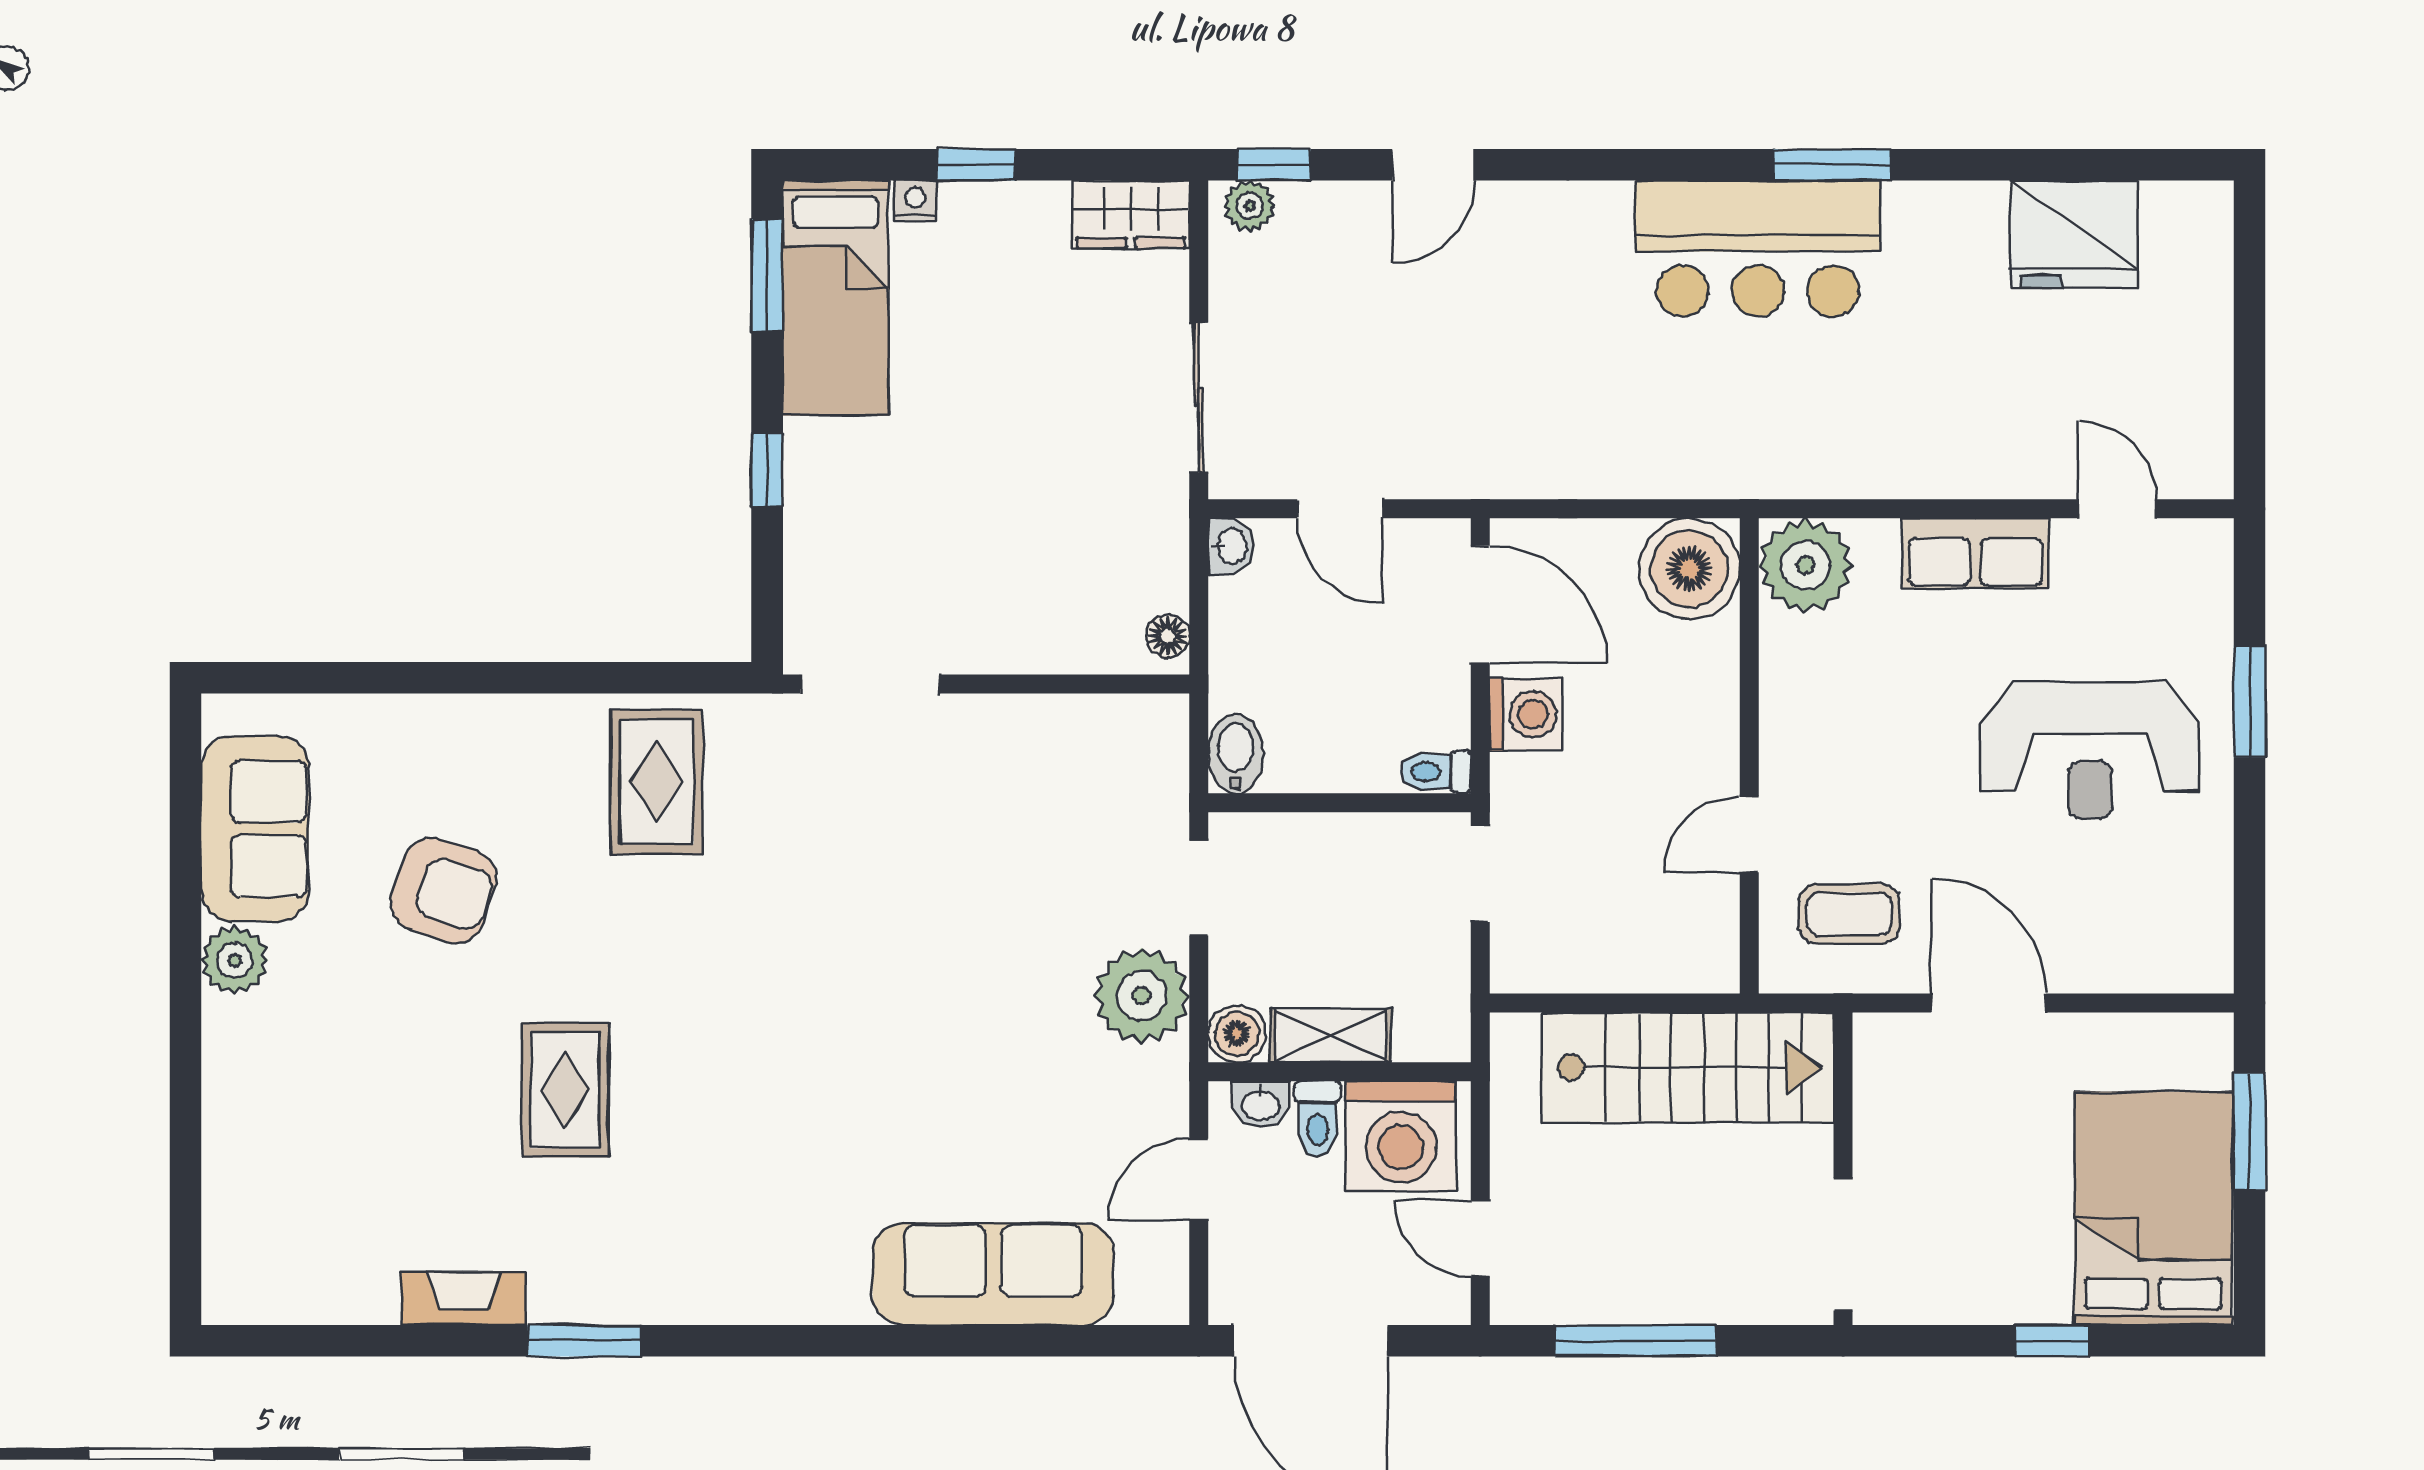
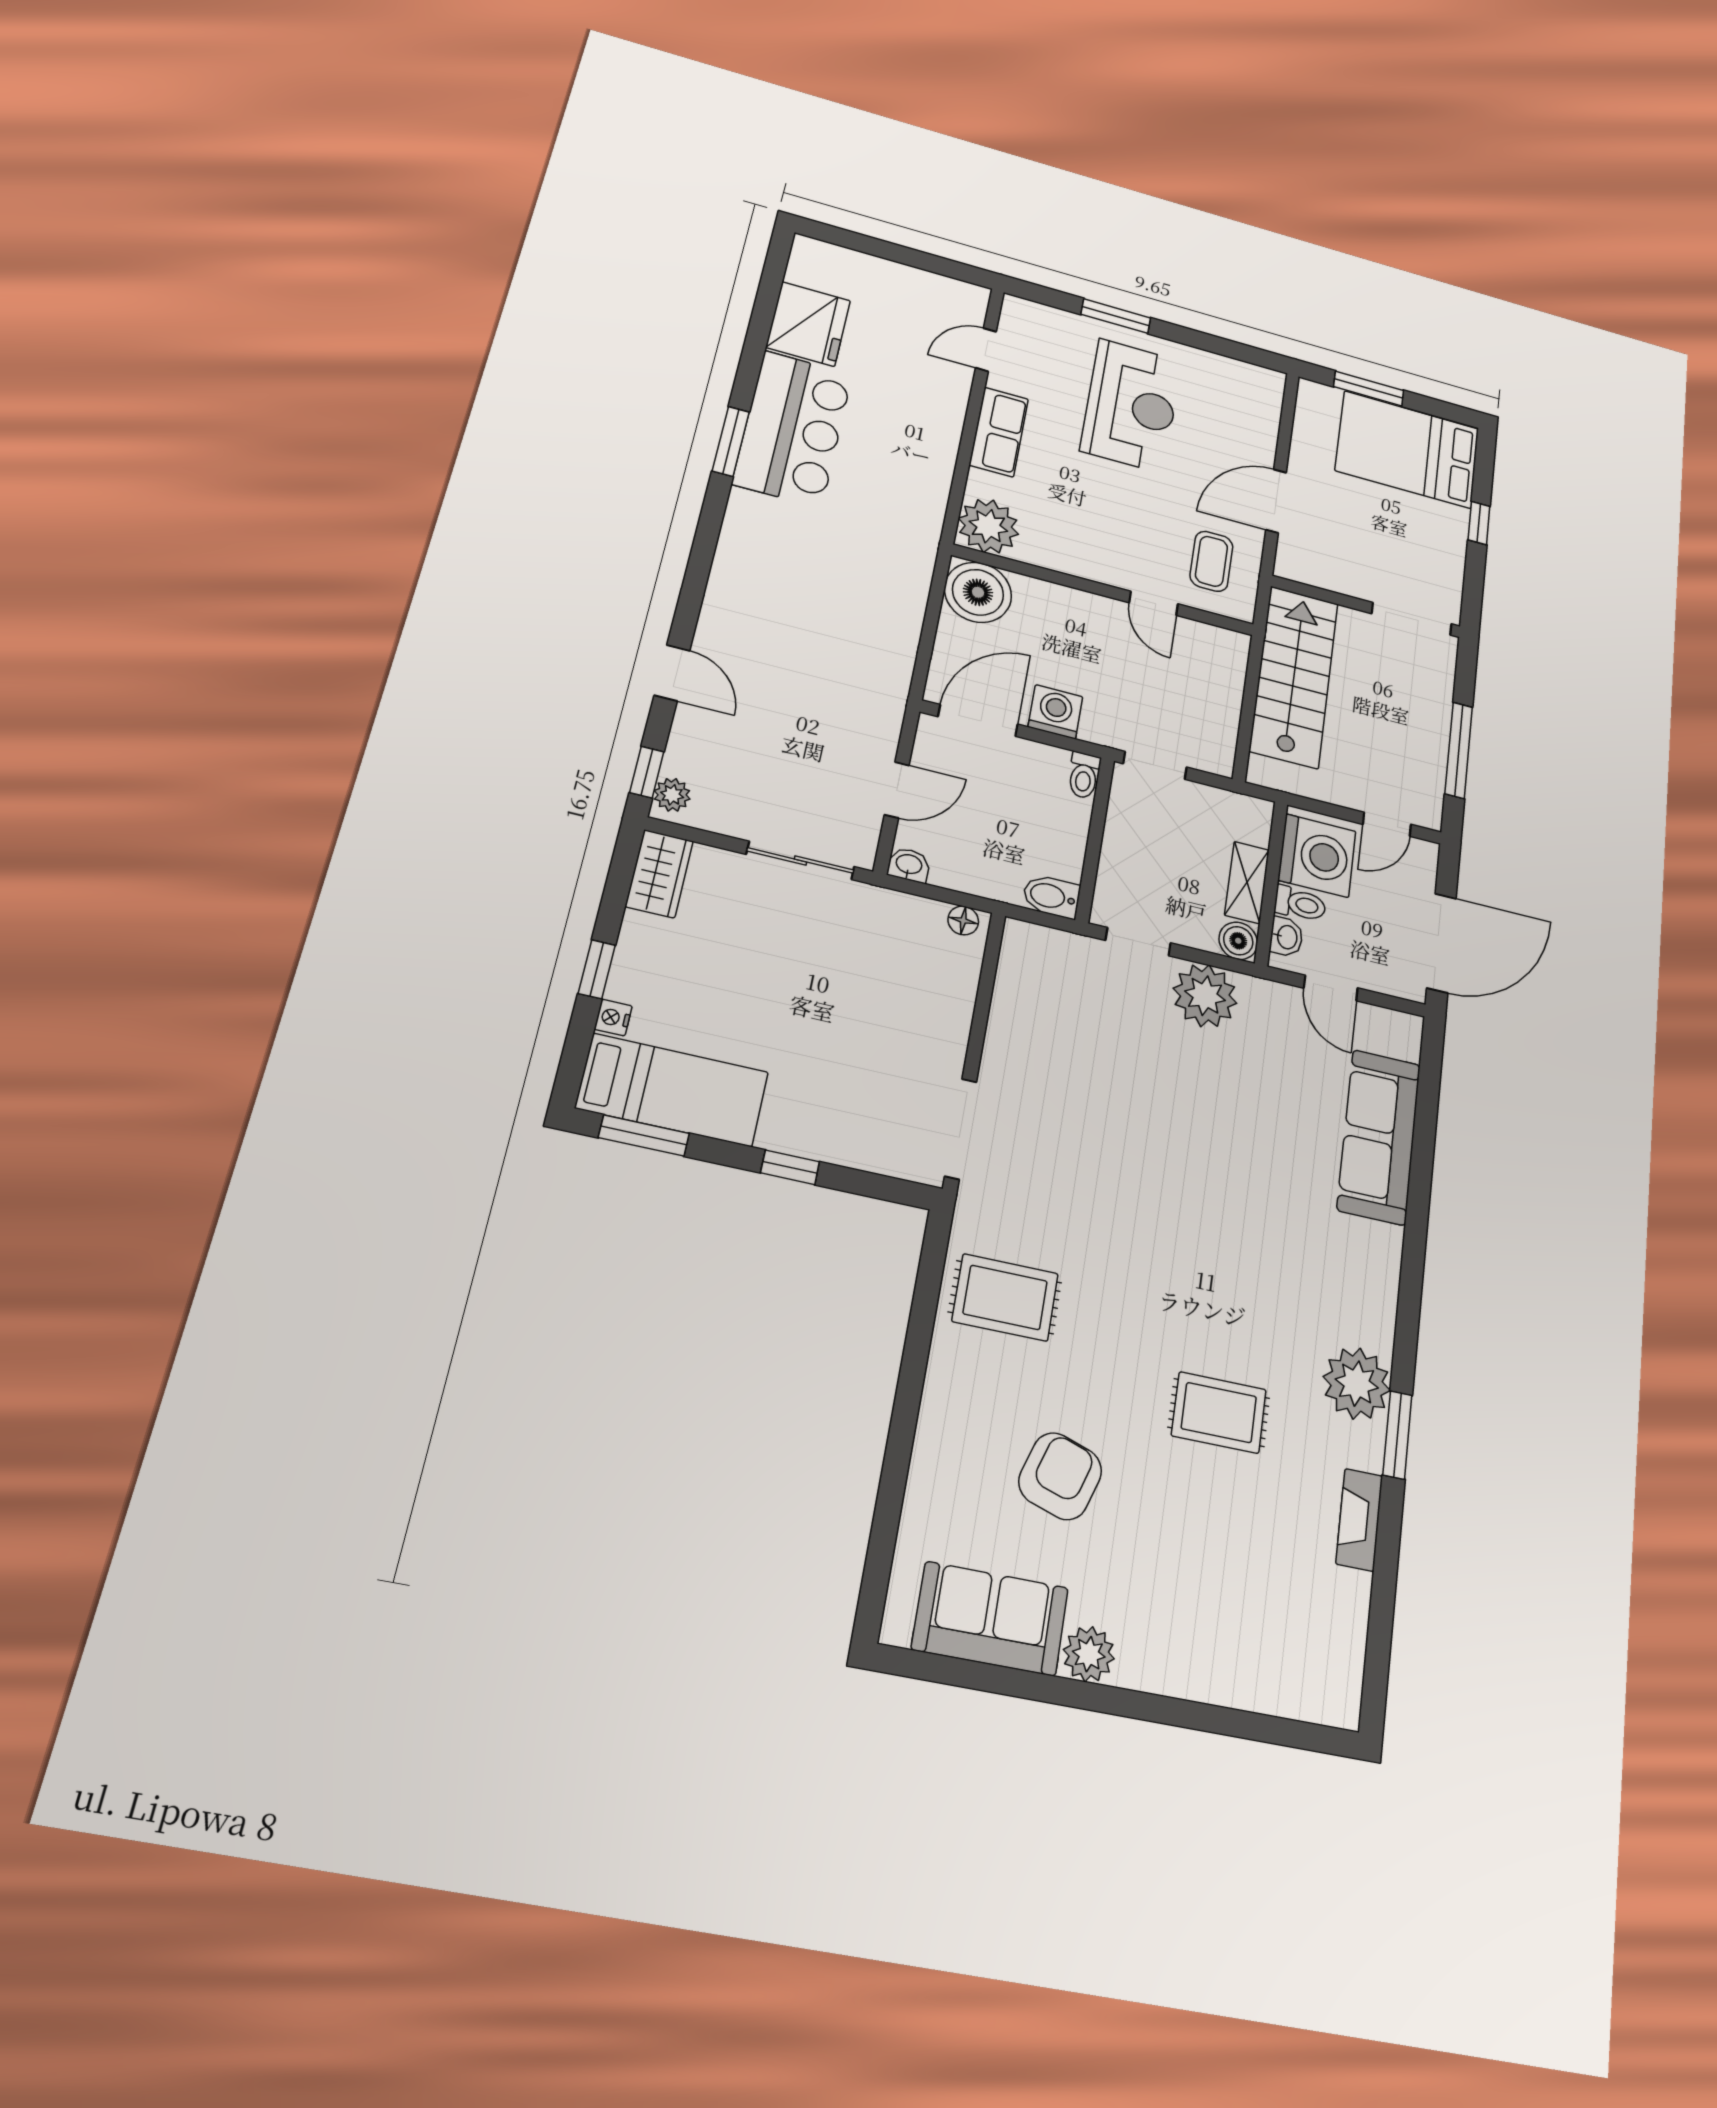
bar counter: (1758, 249) -> (793, 429), moved
plant: (641, 1276) -> (1357, 1383), added

